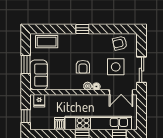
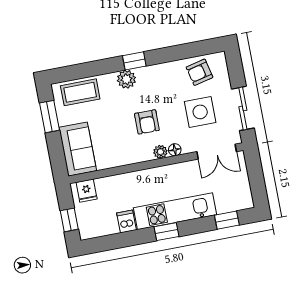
plant: (76, 39) -> (126, 79), added
window: (26, 65) -> (50, 117), moved
kitchen unit: (98, 123) -> (175, 211), width x0.73

